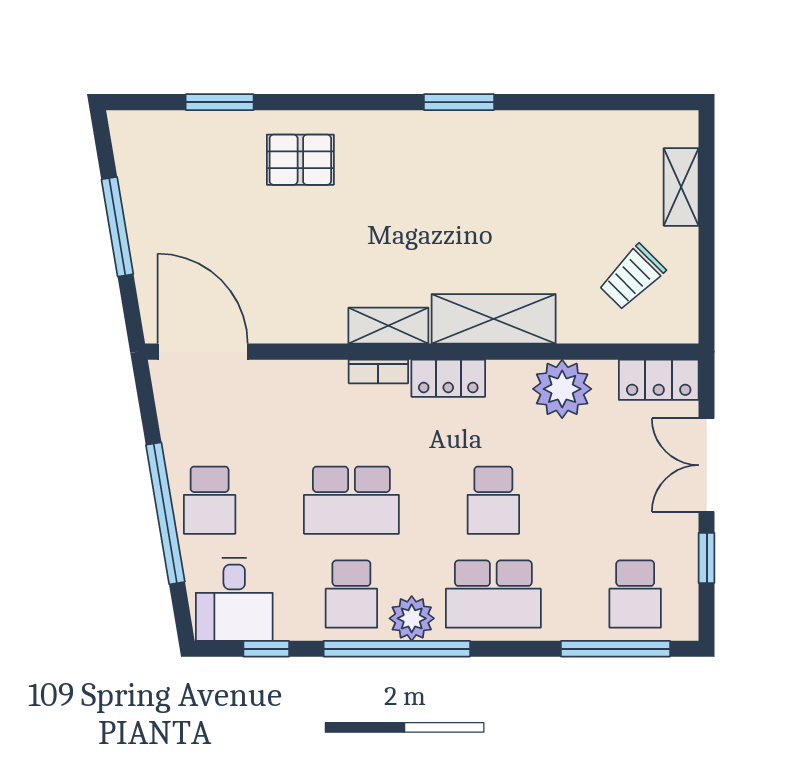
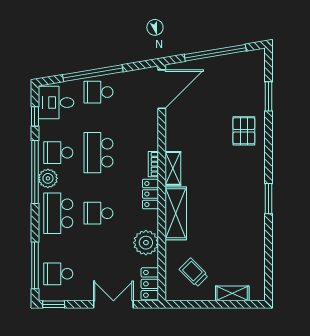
window: (117, 227) -> (215, 53), width x1.46
window: (707, 558) -> (54, 304), moved

